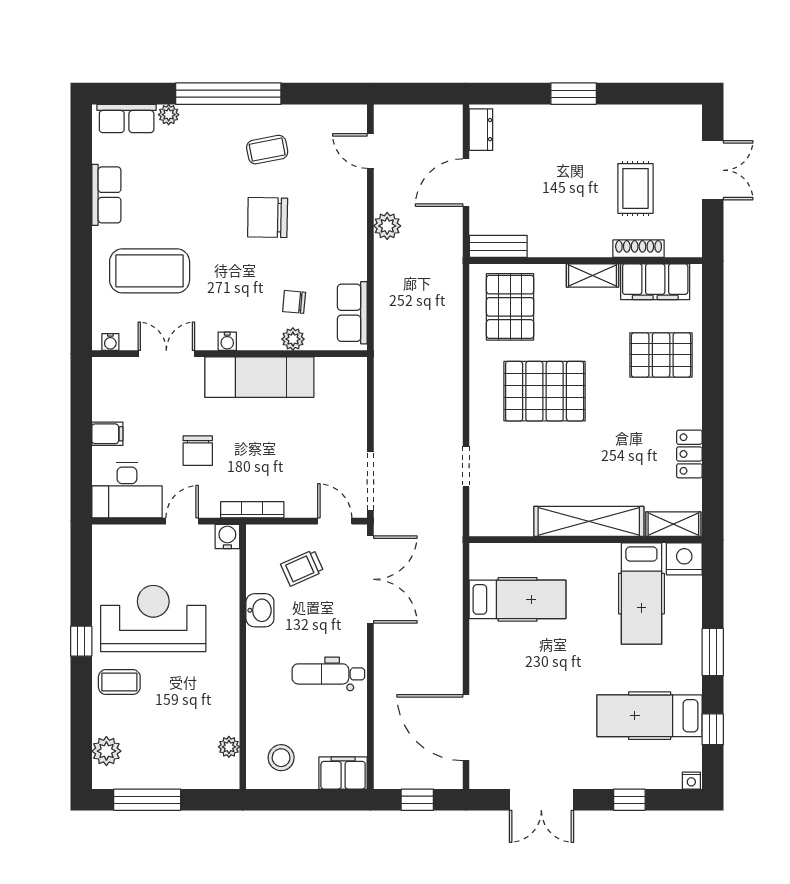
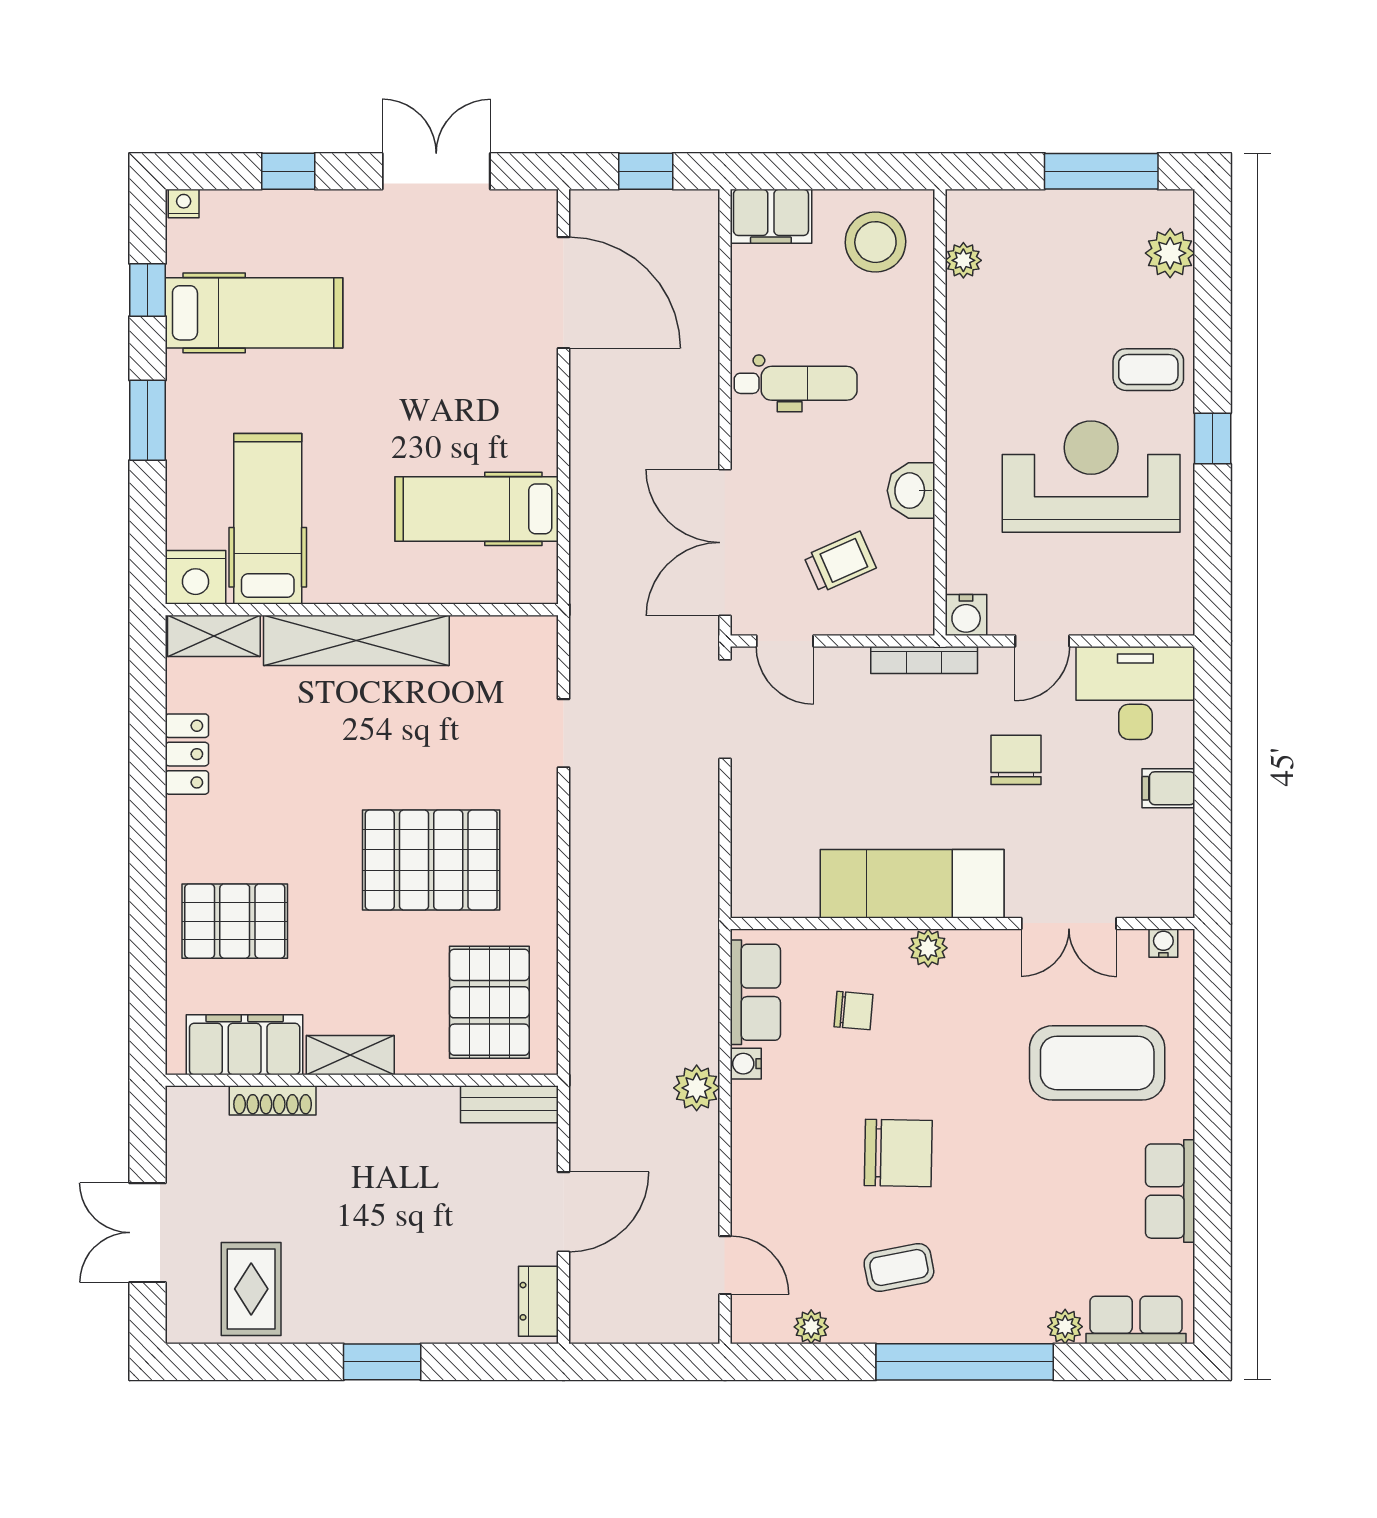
plant: (319, 114) -> (811, 1327), added
rug: (635, 188) -> (251, 1289), moved
plant: (387, 226) -> (697, 1088), moved
plant: (293, 339) -> (928, 948), moved
water cooler: (227, 341) -> (746, 1064), moved, turned -90
reception desk: (153, 619) -> (1091, 477), turned 180
stool: (281, 758) -> (875, 242), width x1.38, depth x1.38

